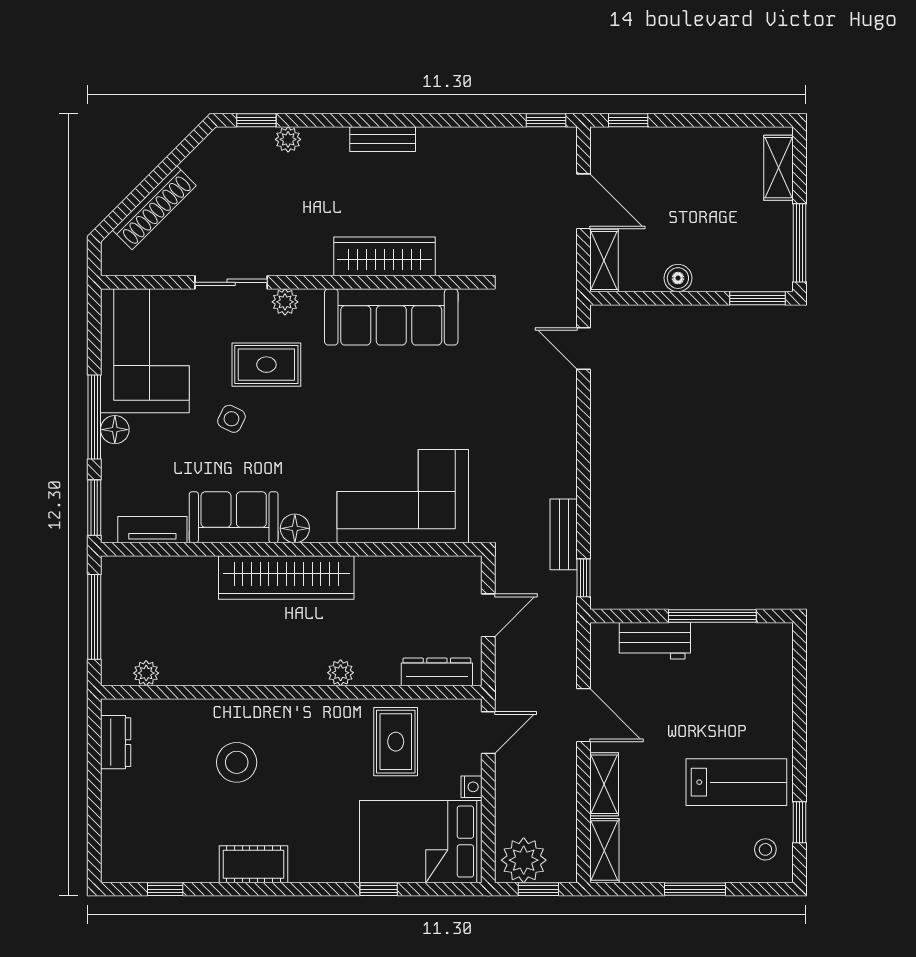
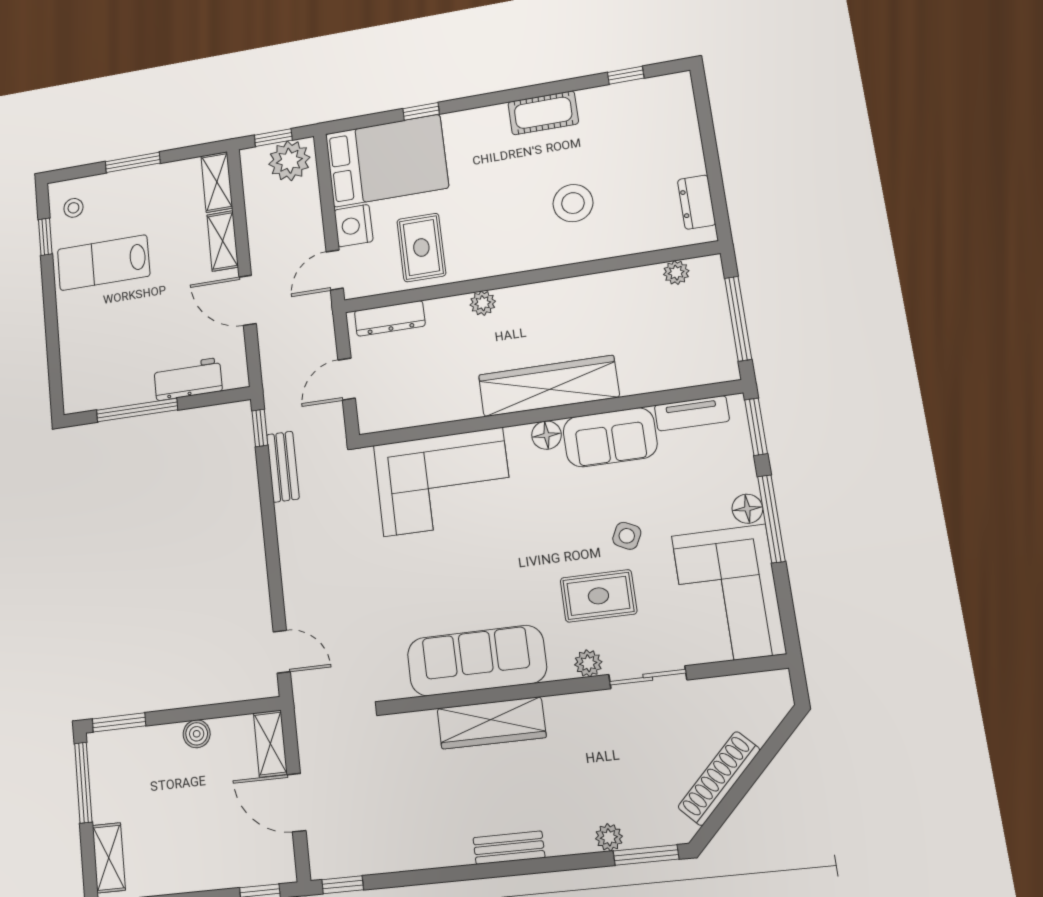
window: (256, 120) -> (646, 855), width x1.50
shoe rack: (154, 208) -> (719, 778), moved
nightstand: (472, 787) -> (354, 226), width x1.89, depth x1.79

